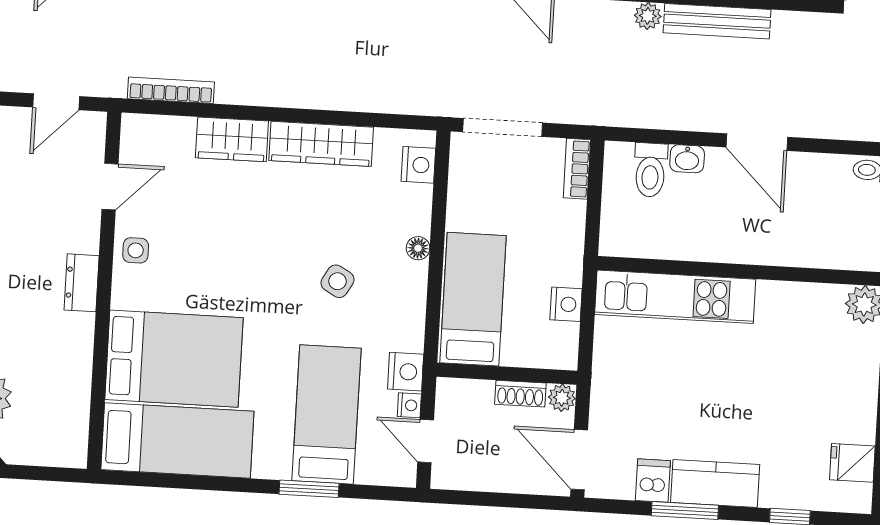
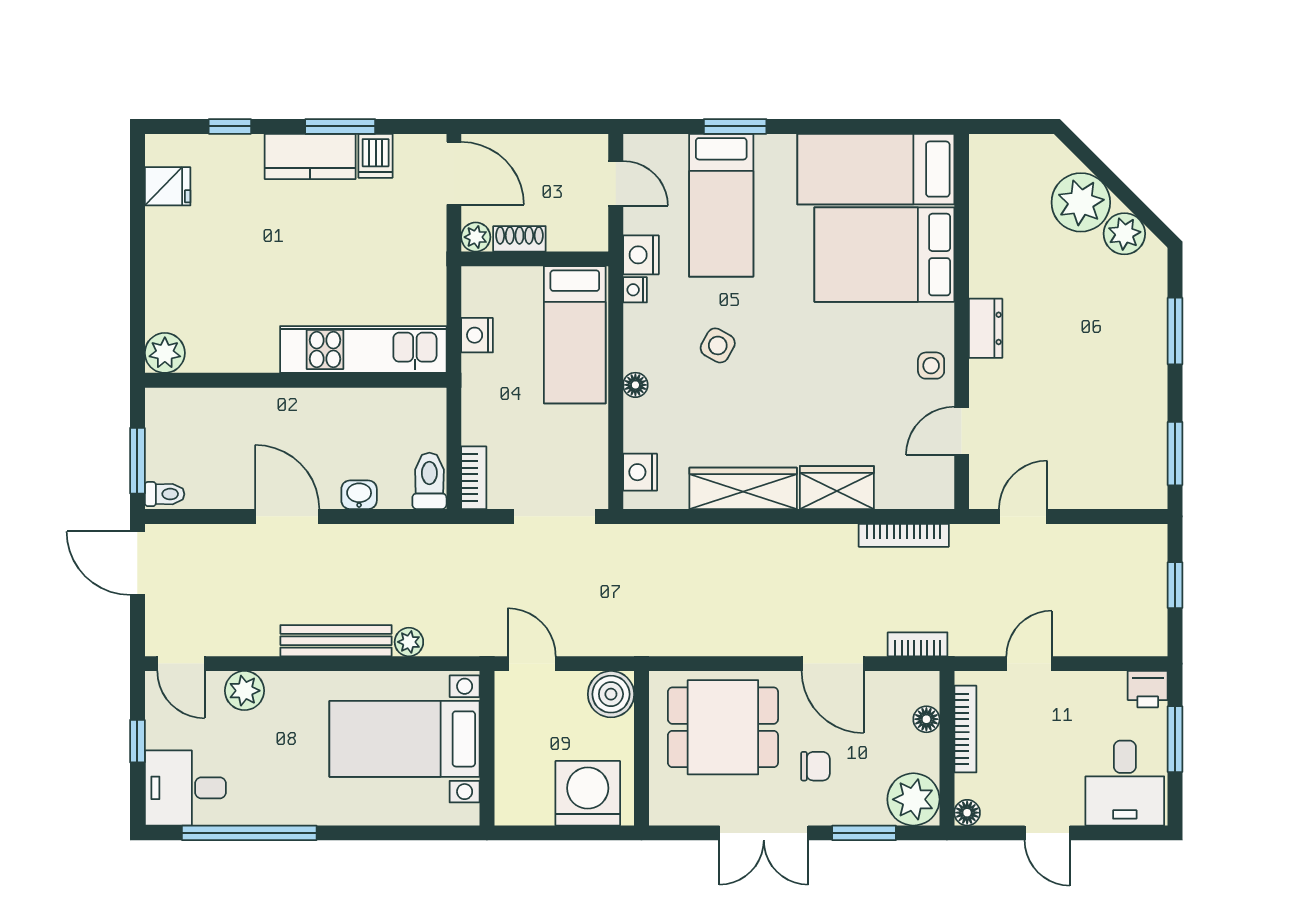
toilet: (650, 170) -> (429, 481), moved
nightstand: (409, 405) -> (635, 290), moved

